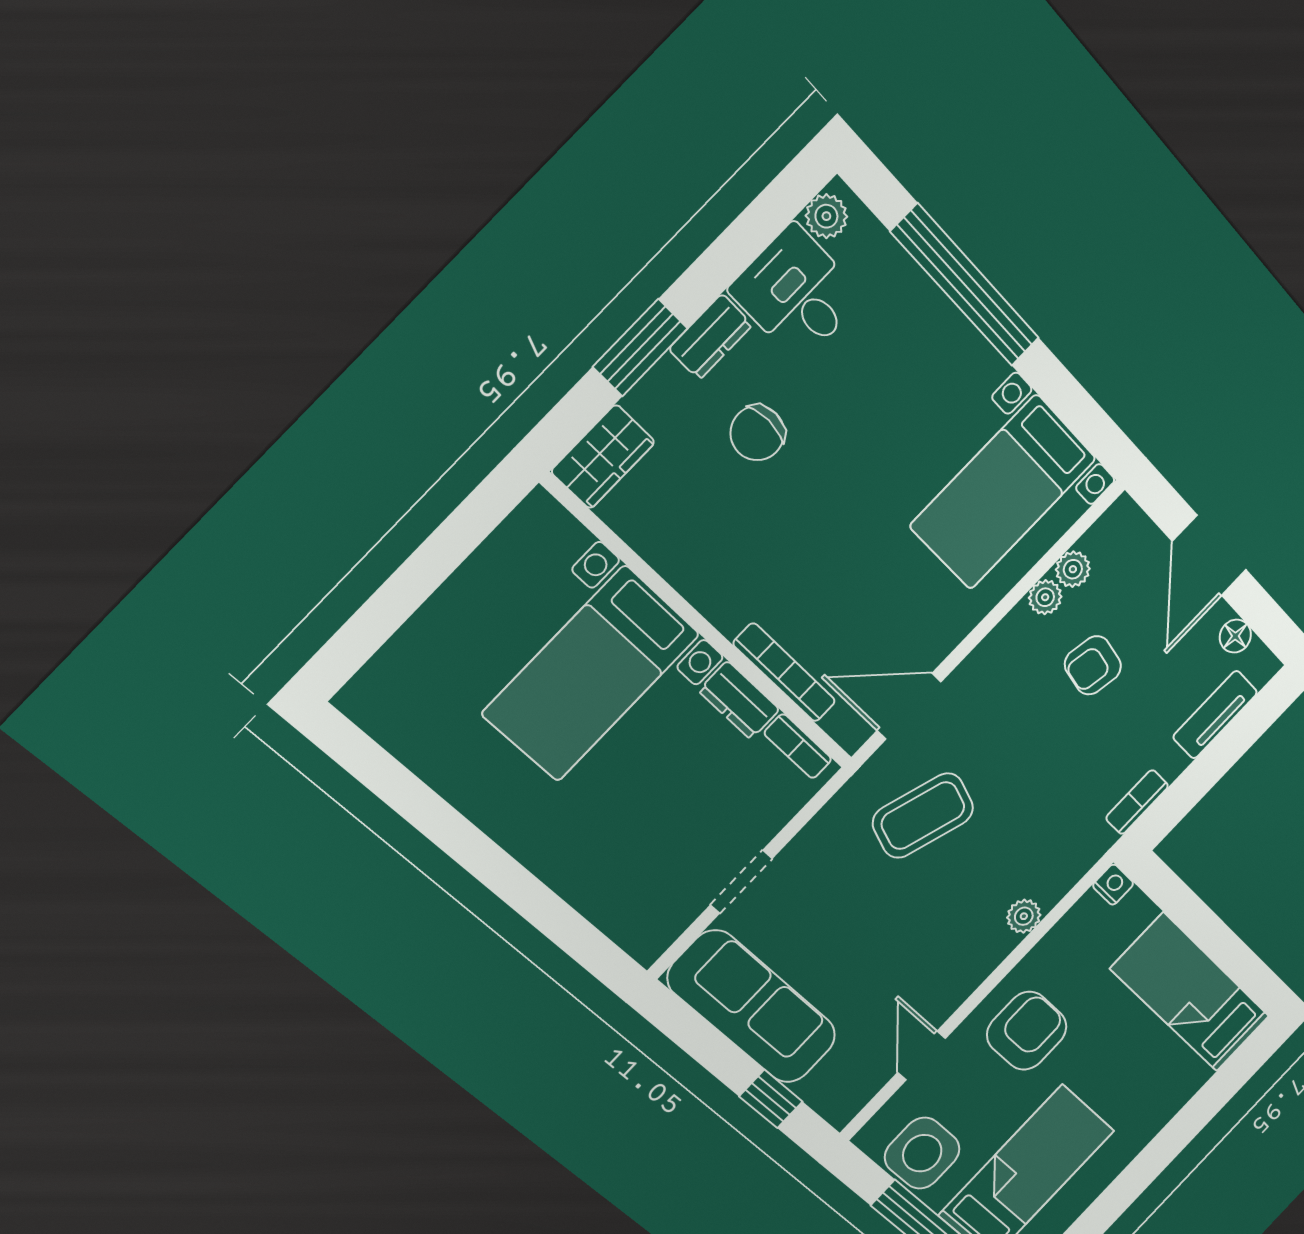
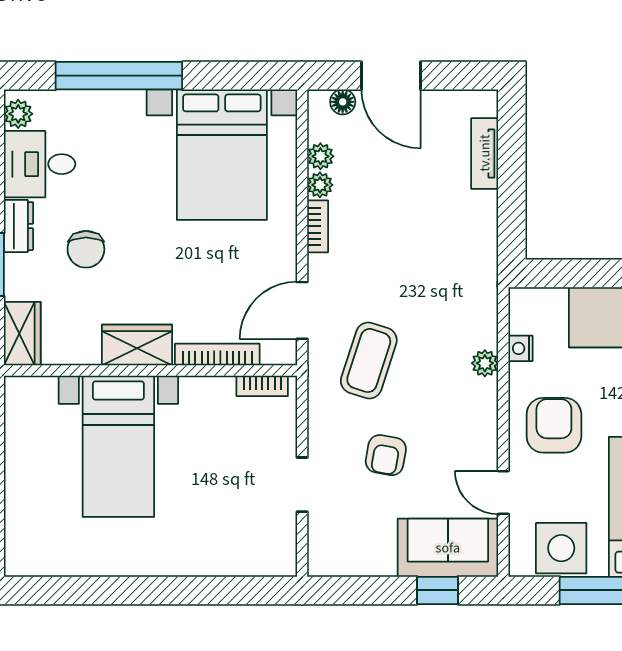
bed with nightstands: (1003, 492) -> (222, 155), width x1.36
wardrobe: (713, 585) -> (137, 345), added
floor lamp: (1235, 636) -> (343, 102), moved
armchair: (1093, 665) -> (386, 455), moved
dresser: (739, 700) -> (207, 391), removed
bookcase: (1137, 802) -> (318, 226), moved, turned 180
nightstand: (1113, 885) -> (521, 348), moved, turned -90
sofa: (752, 1007) -> (448, 548), moved, width x0.73

